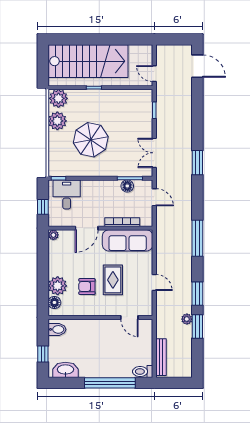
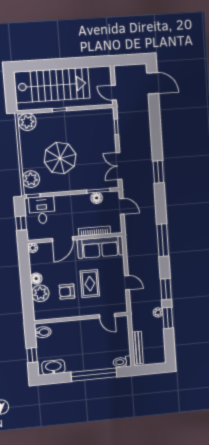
plant: (57, 121) -> (31, 179), moved
floor lamp: (54, 302) -> (36, 279), moved

